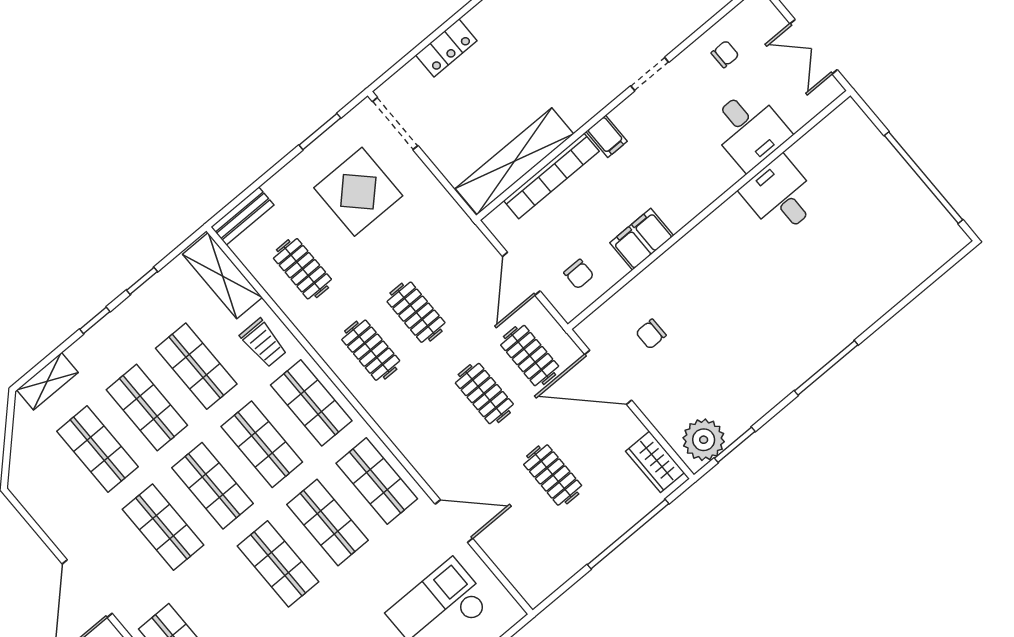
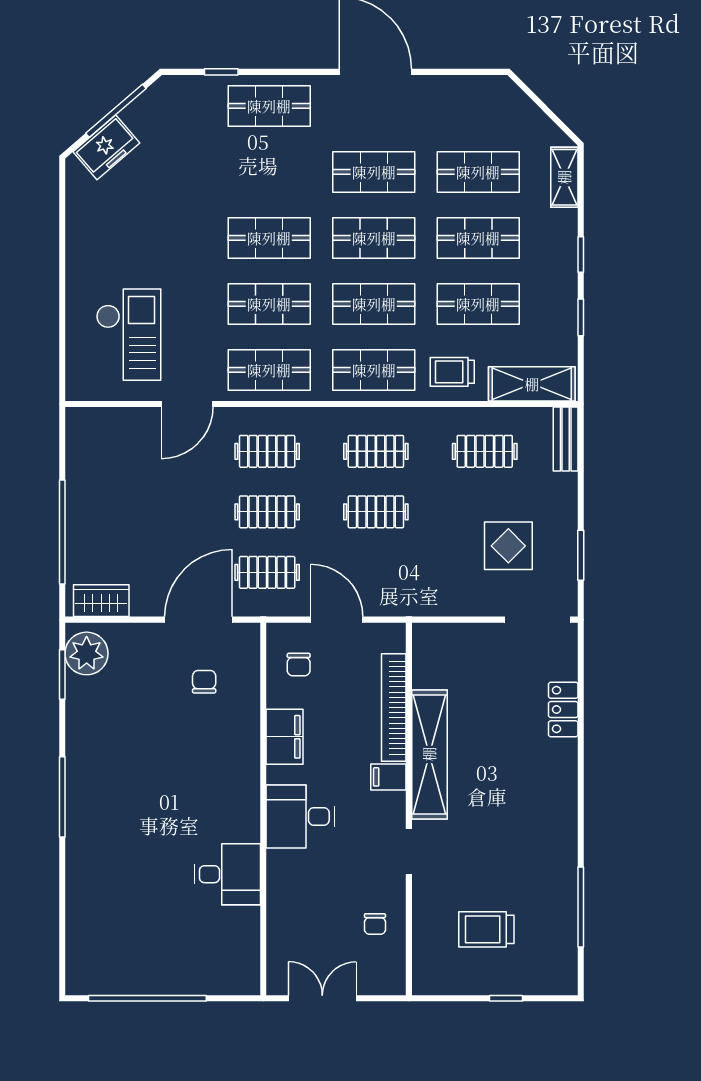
desk: (749, 129) -> (300, 816), moved
shelving: (514, 161) -> (429, 754), moved
display table: (358, 192) -> (508, 546), width x0.73, depth x0.73
chair: (579, 274) -> (299, 665), turned -90
clothes rail: (553, 475) -> (267, 451), moved

